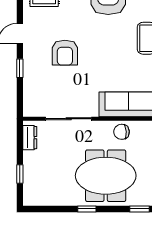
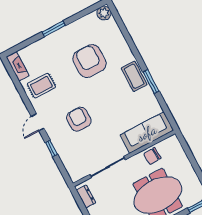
armchair: (65, 53) -> (79, 119), turned 180

